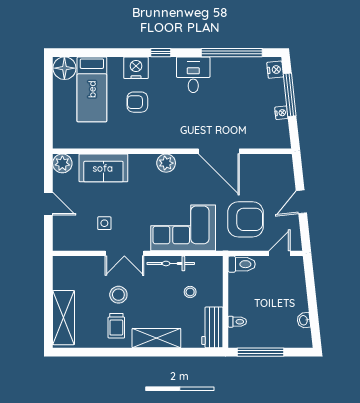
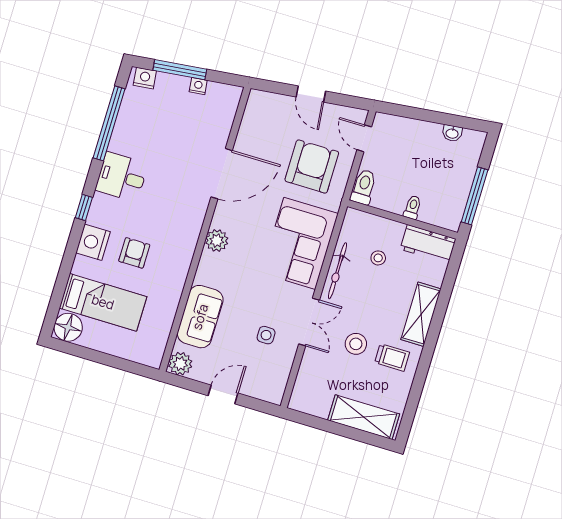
armchair: (137, 102) -> (134, 253), turned 180
toilet: (237, 322) -> (413, 207), moved

